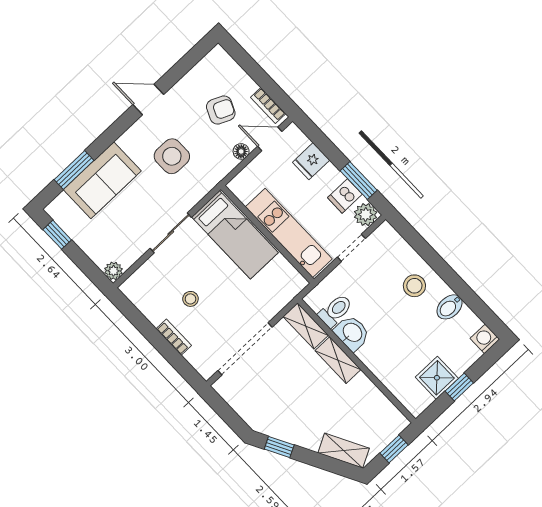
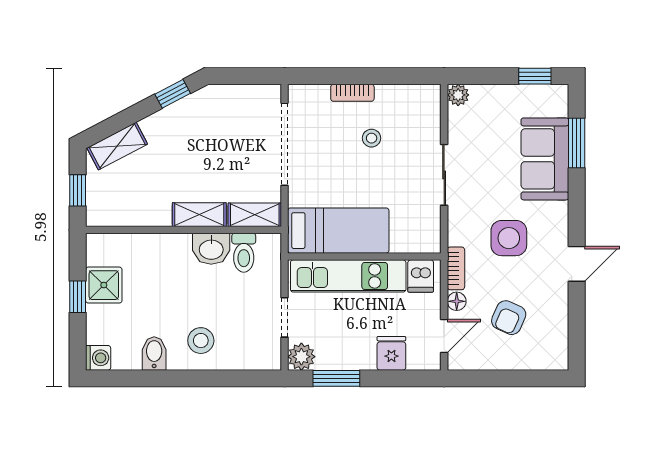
bookcase: (268, 106) -> (456, 268), moved, turned 90
dishwasher: (345, 196) -> (421, 276), moved, turned 180
bed: (235, 235) -> (338, 231), moved, turned 180

